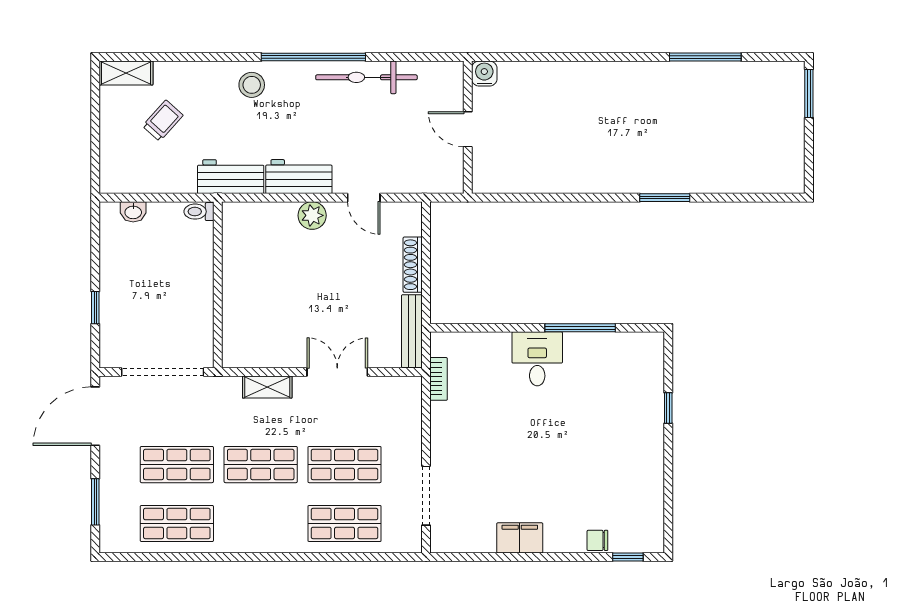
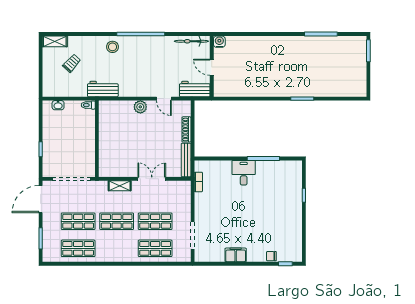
bicycle: (366, 77) -> (191, 41), moved, width x0.73, depth x0.71
workbench: (299, 177) -> (195, 89), moved

